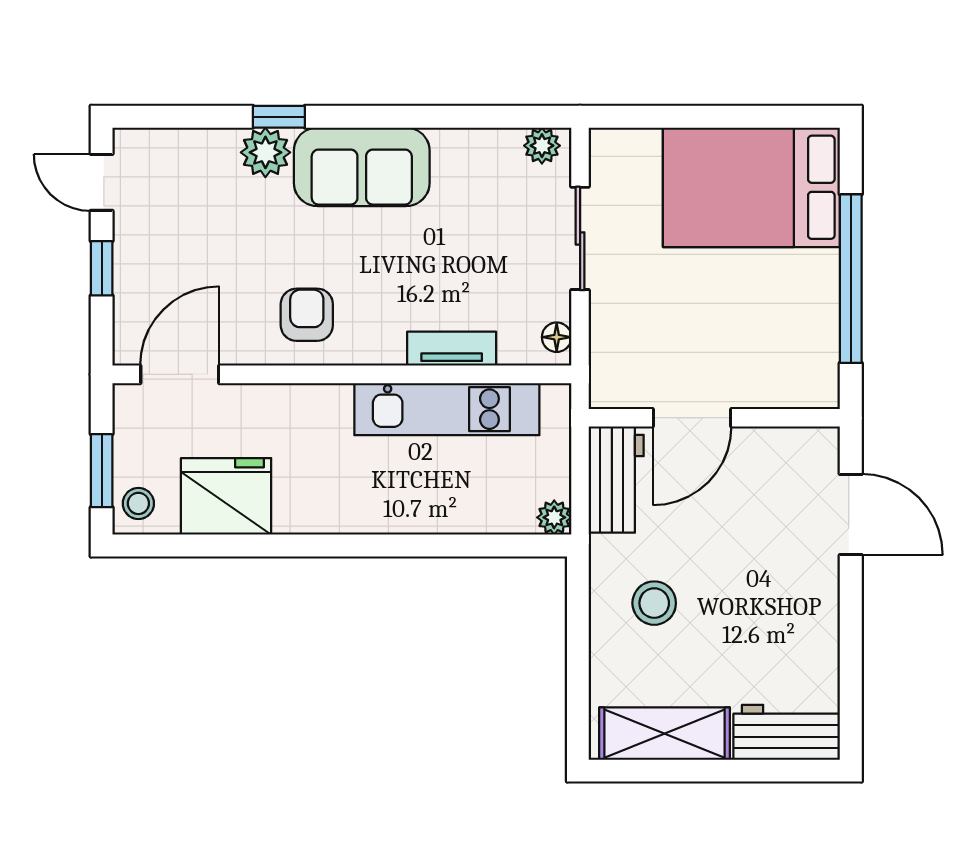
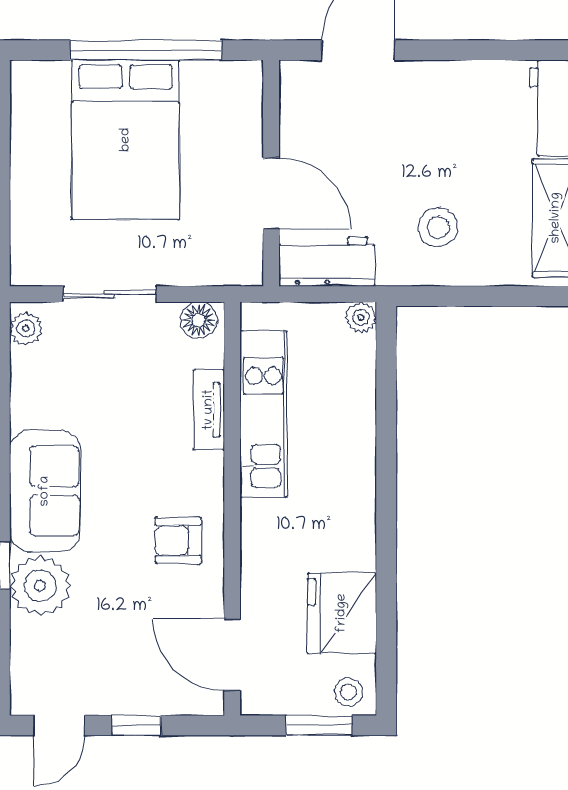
plant: (265, 152) -> (40, 586), width x1.36, depth x1.36
bed: (751, 187) -> (126, 140), moved
floor lamp: (557, 337) -> (199, 320), width x1.37, depth x1.37

